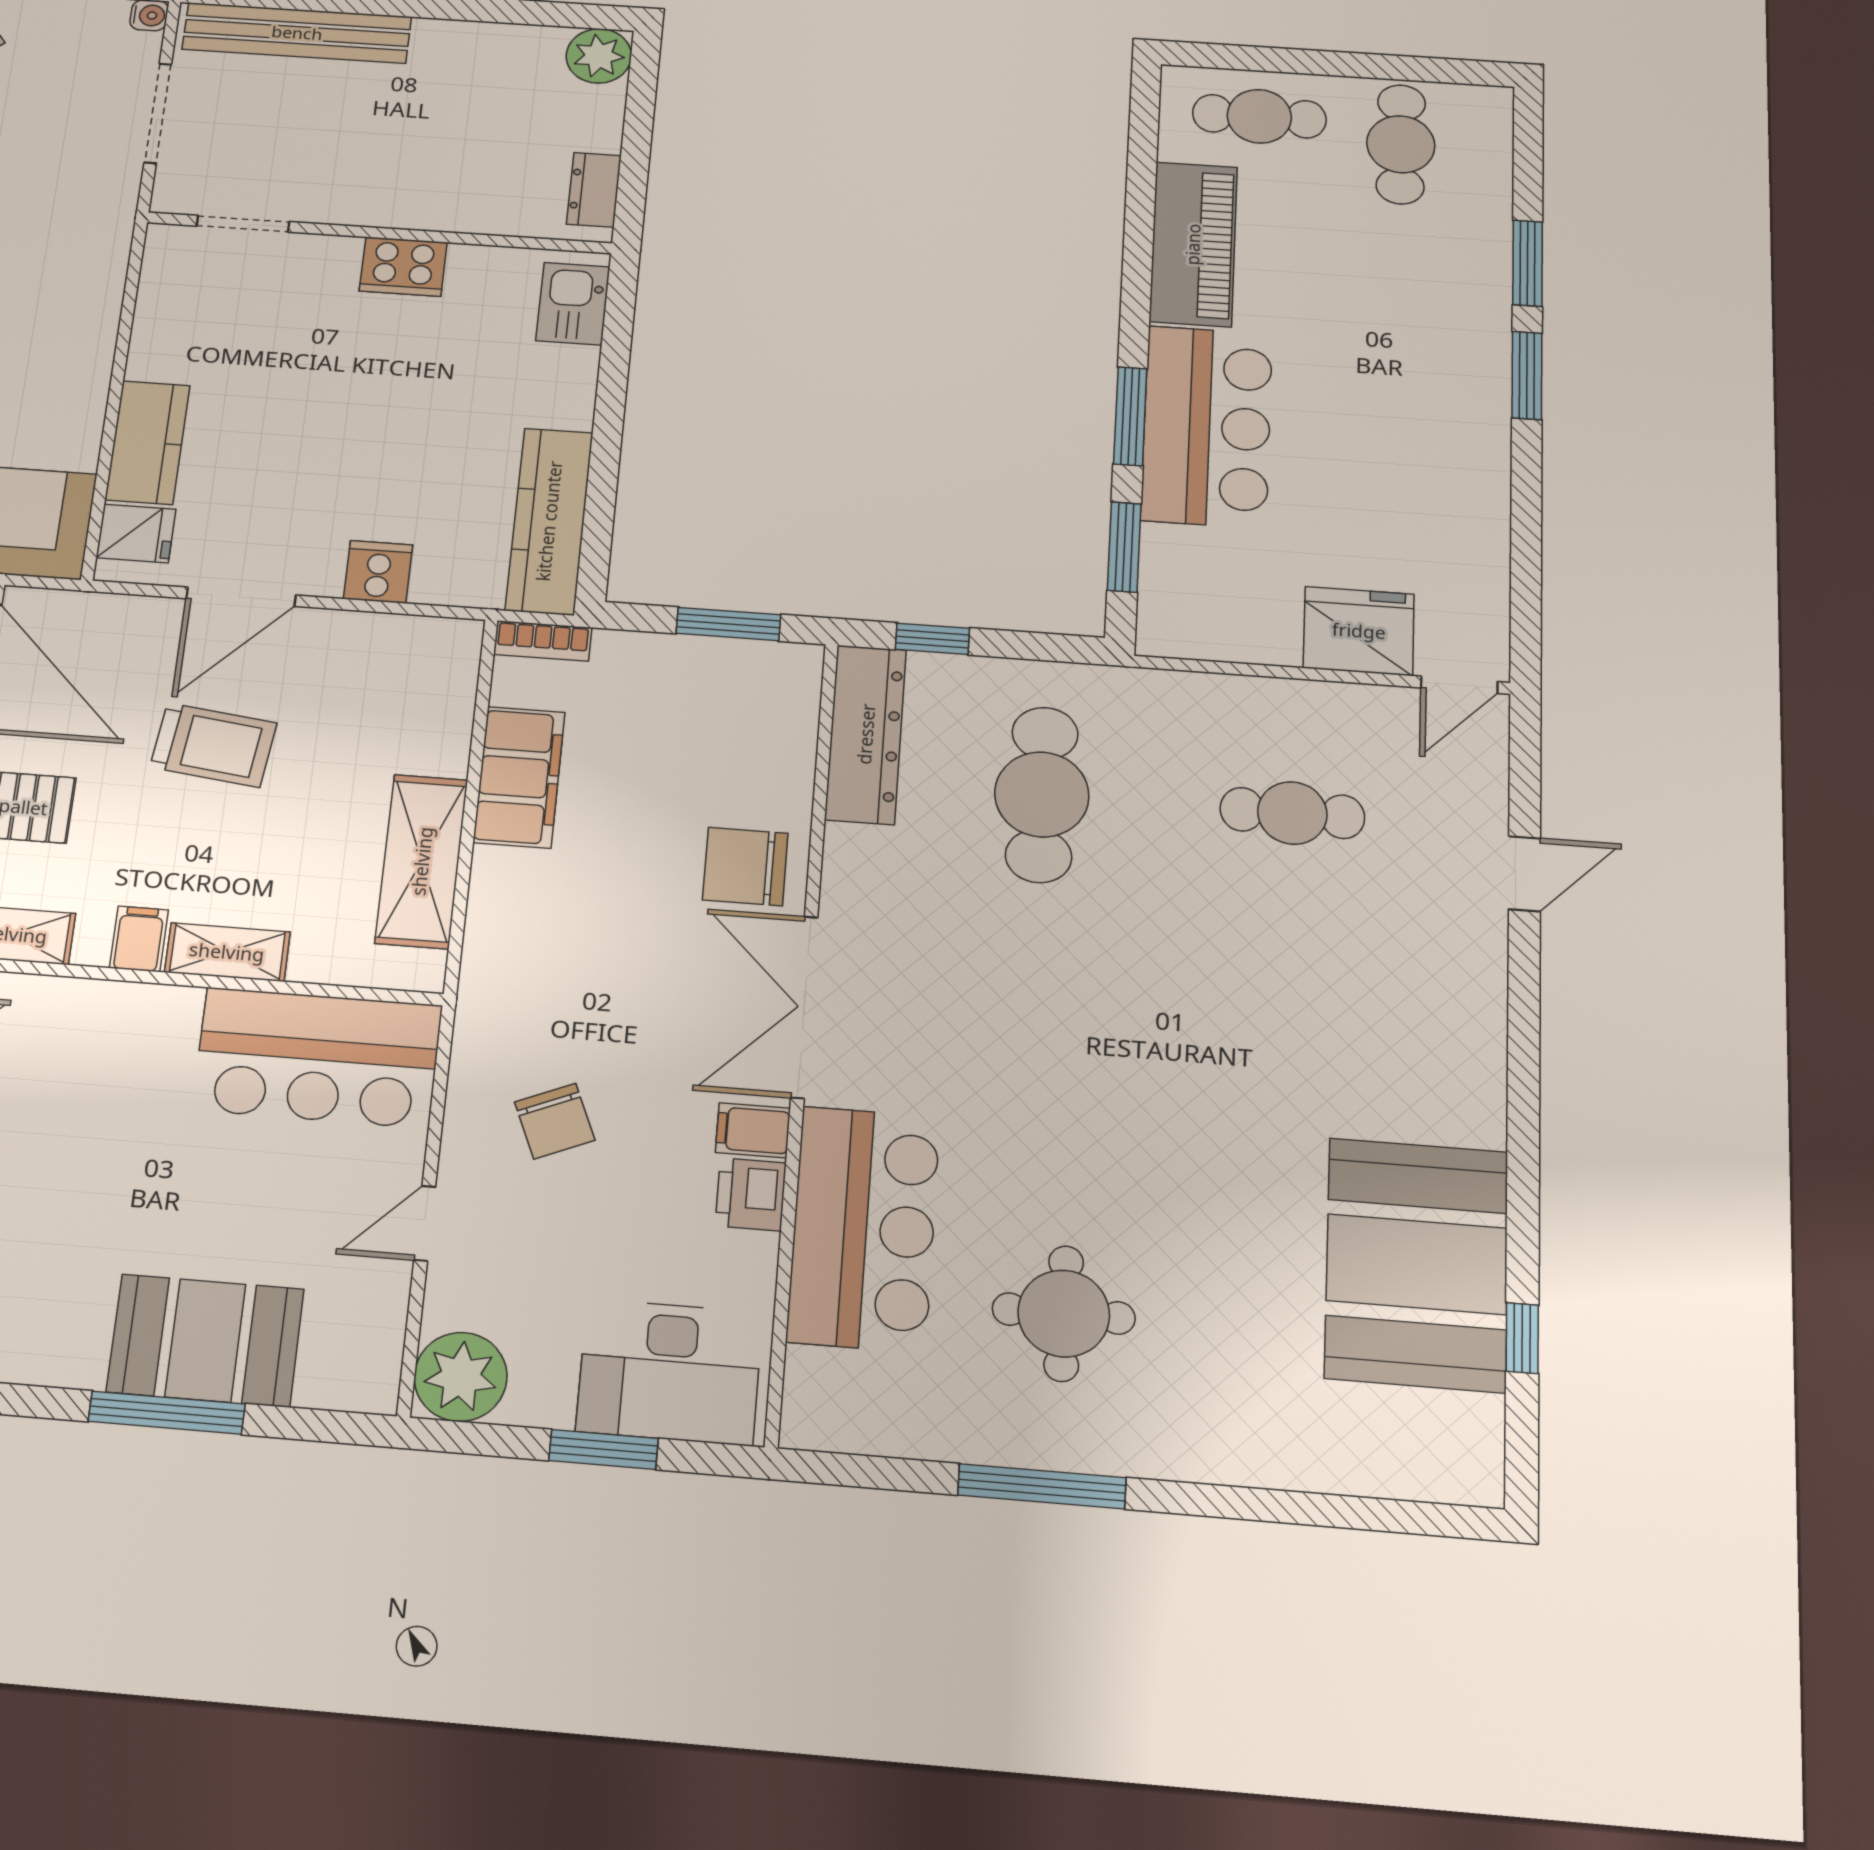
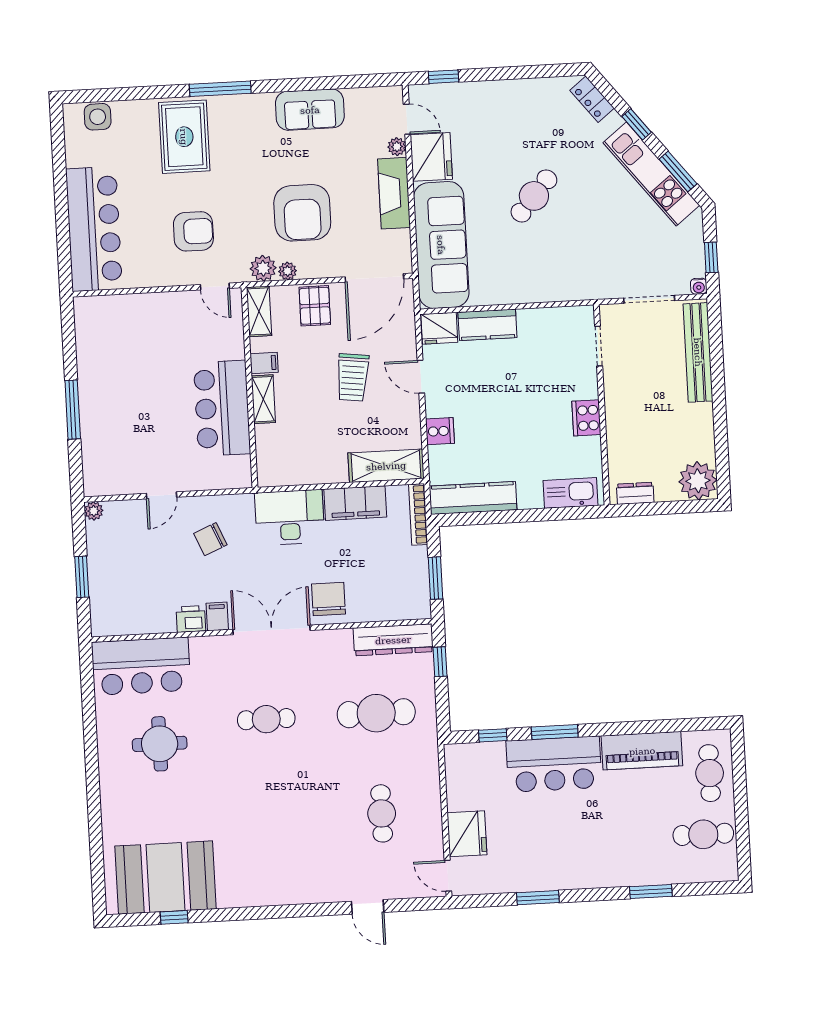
plant: (599, 56) -> (698, 481), width x1.36, depth x1.36
kitchen sink: (573, 304) -> (571, 493), width x1.38
window: (1527, 375) -> (538, 898), moved
fridge: (136, 534) -> (439, 328), width x1.38
window: (1124, 547) -> (493, 735), width x0.67
door: (241, 597) -> (421, 377), width x0.73
bookcase: (543, 641) -> (418, 514), width x1.56
shelving: (422, 861) -> (386, 466), moved
cafe table: (1028, 1048) -> (266, 719), added
bar counter: (317, 1057) -> (222, 408), moved
door: (425, 1223) -> (162, 495), swing flipped
bar counter: (864, 1229) -> (141, 666), moved
booth: (1417, 1264) -> (166, 877), moved
booth: (205, 1340) -> (103, 419), removed
desk: (670, 1372) -> (290, 517), moved, turned 90
plant: (461, 1377) -> (94, 511), width x0.53, depth x0.53
window: (1042, 1486) -> (91, 743), removed

